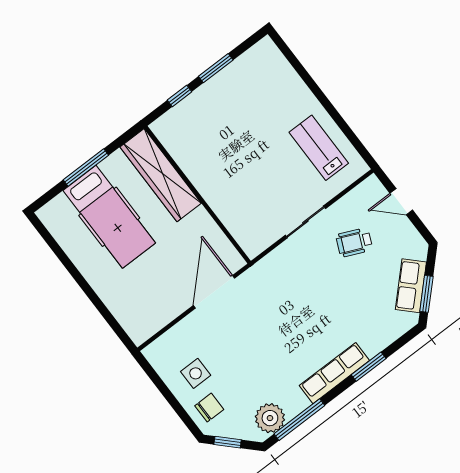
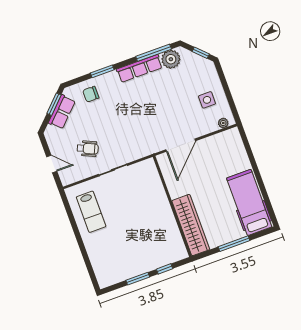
hospital bed: (109, 217) -> (249, 202), moved
plant: (160, 346) -> (223, 123), added
row of seats: (334, 373) -> (139, 68), moved
chair: (209, 408) -> (91, 94), moved

